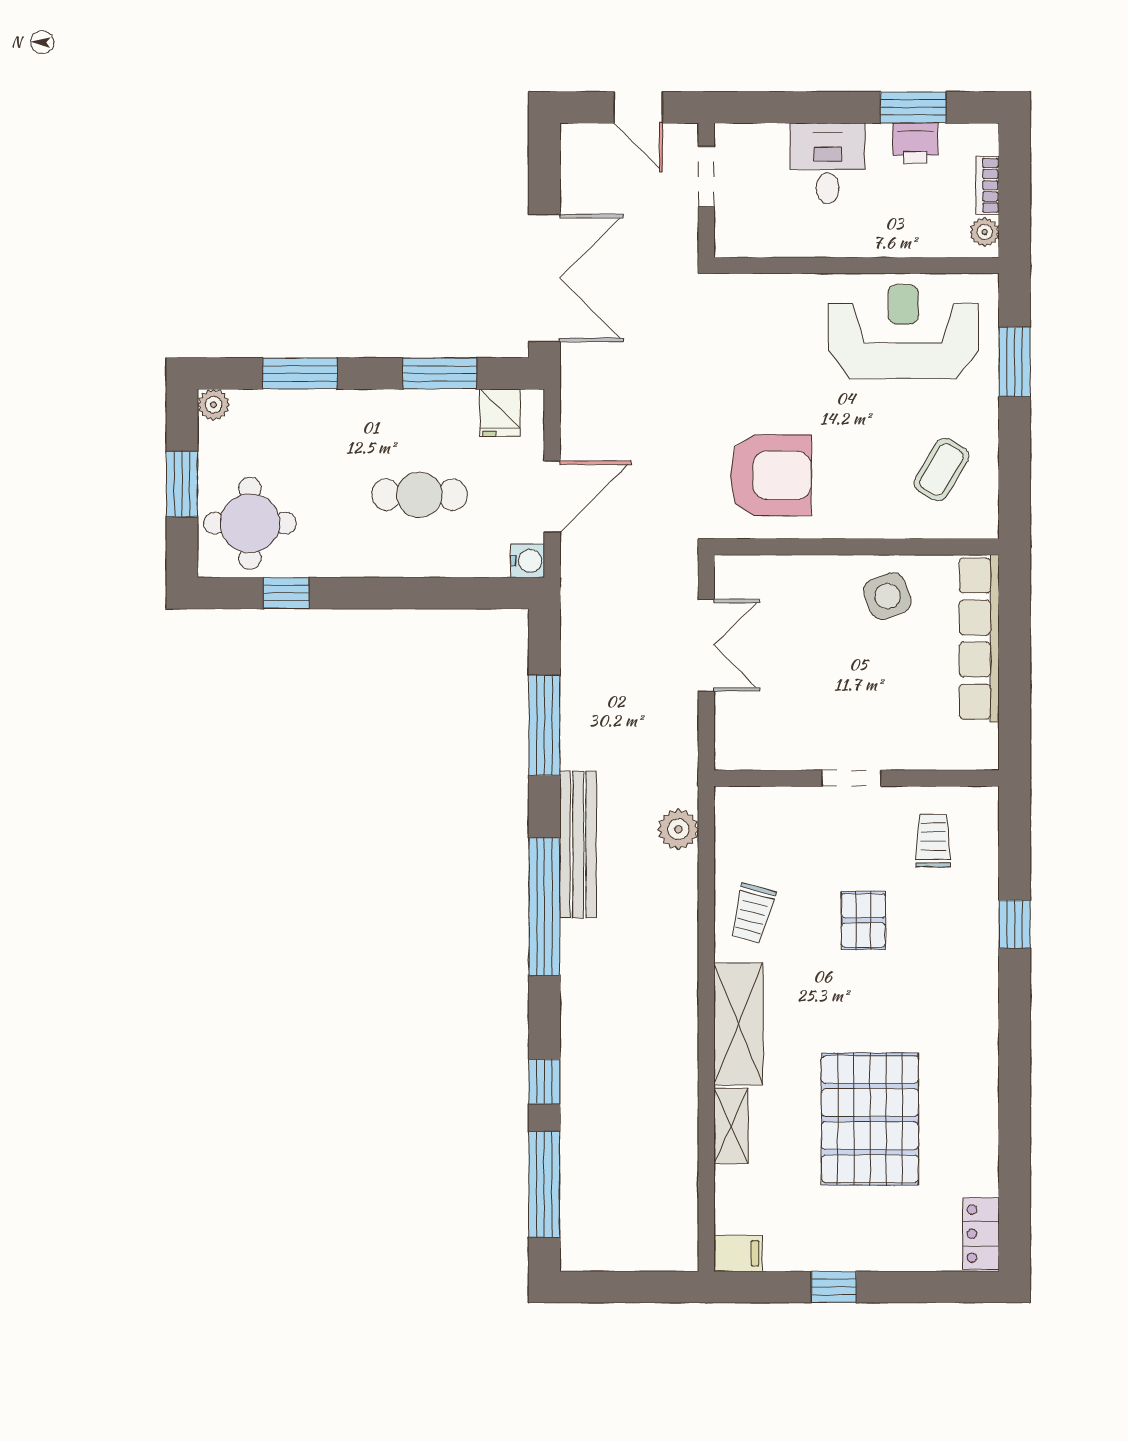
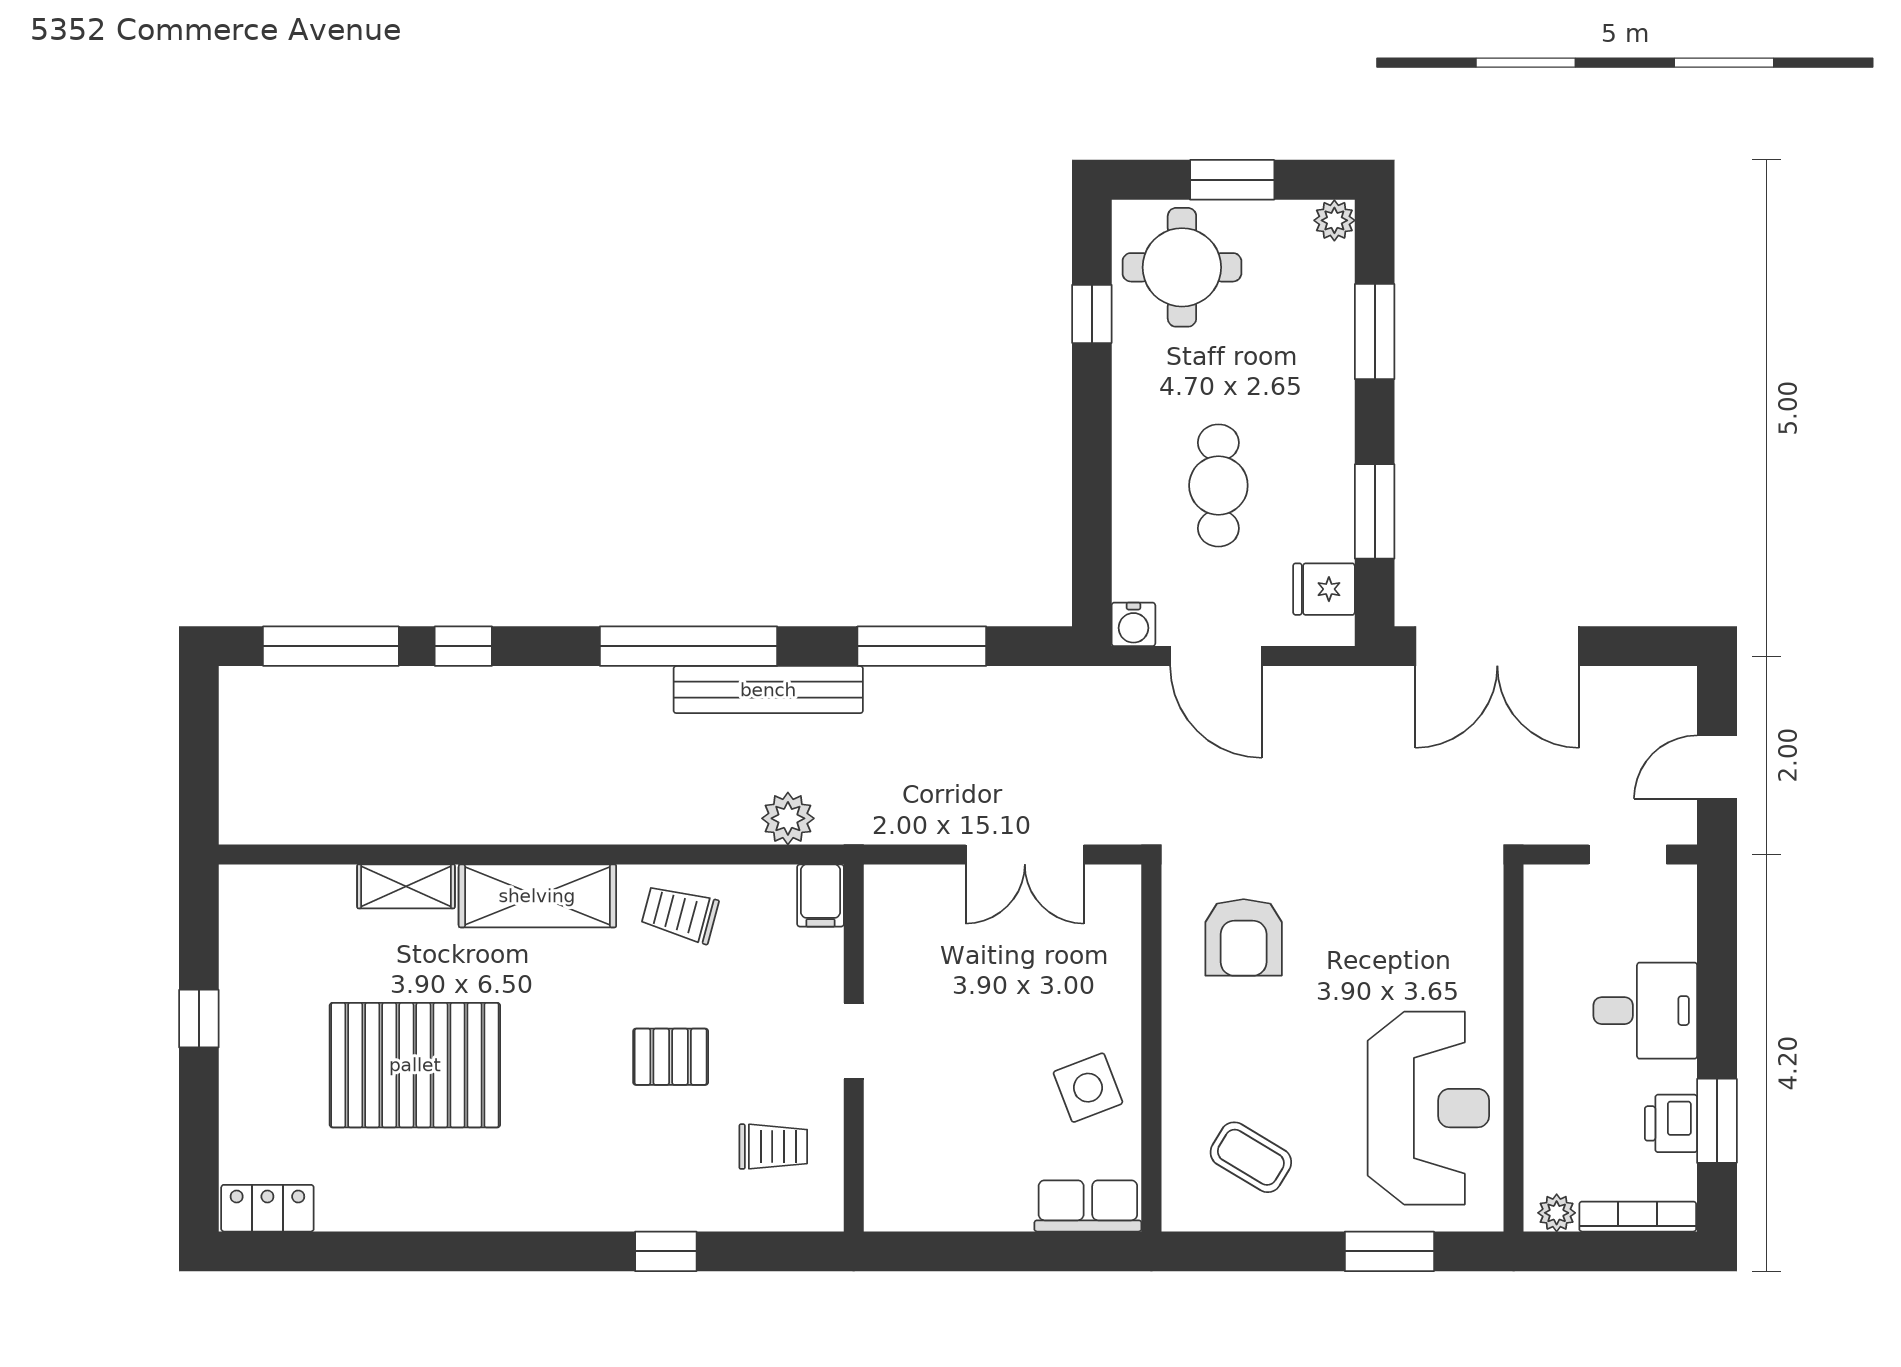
bookcase: (988, 185) -> (1638, 1217), width x1.56
armchair: (771, 475) -> (1244, 937), width x0.73, depth x0.73
row of seats: (979, 639) -> (1088, 1206), width x0.50
filing cabinet: (738, 1253) -> (820, 896), moved

